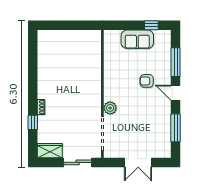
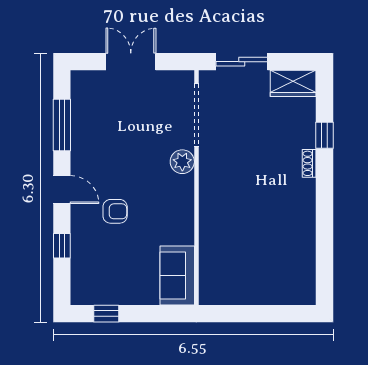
sofa: (137, 39) -> (177, 276), moved, turned -90
window: (176, 62) -> (62, 246), width x0.46

